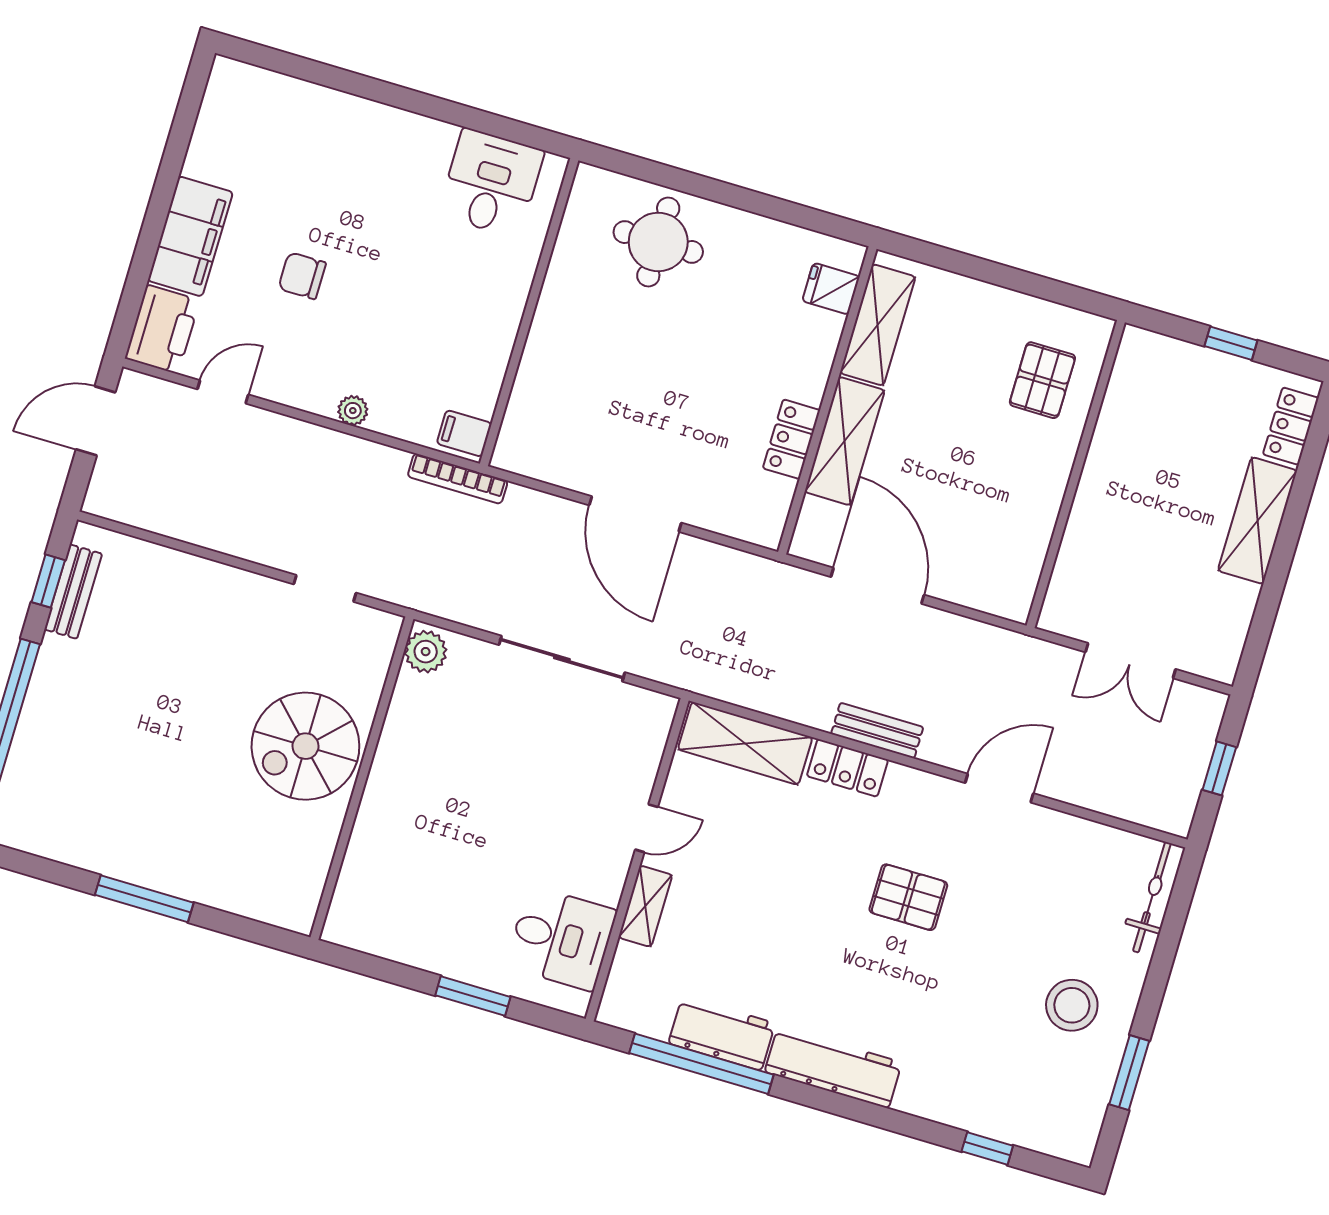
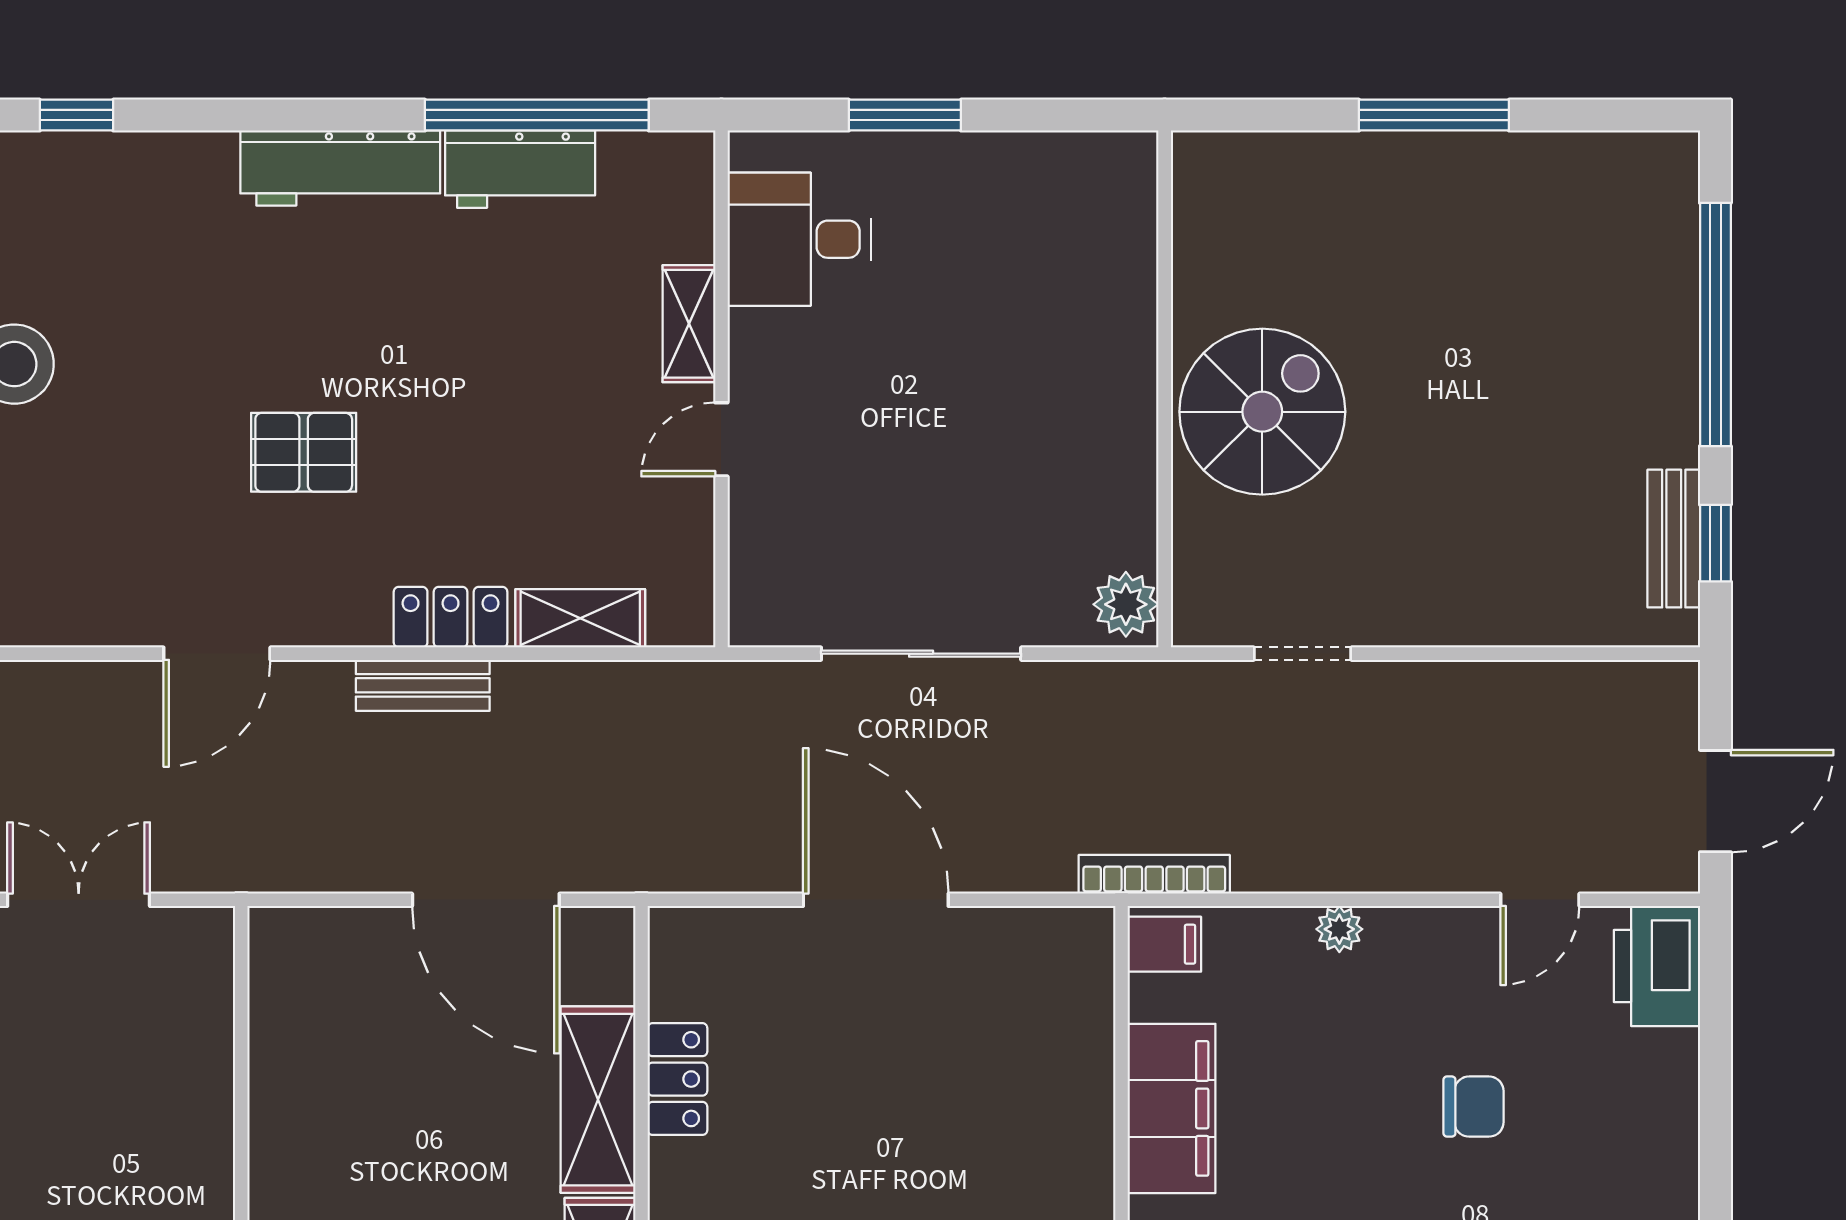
filing cabinet: (190, 236) -> (1172, 1108), moved, turned 180
shelving: (745, 743) -> (580, 618), width x0.67, depth x0.75

